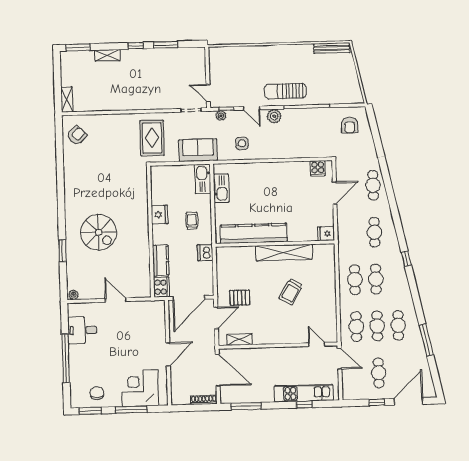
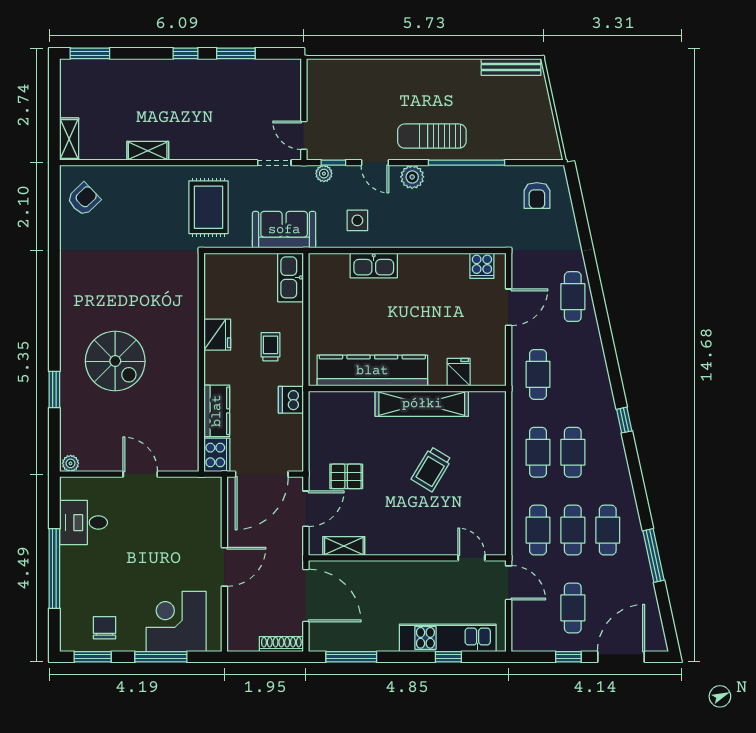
shelving: (107, 55) -> (148, 151), moved
kitchen sink: (221, 188) -> (374, 265), moved, turned 90
cafe table: (374, 232) -> (538, 374), moved
fridge: (326, 234) -> (459, 372), moved, turned 90

